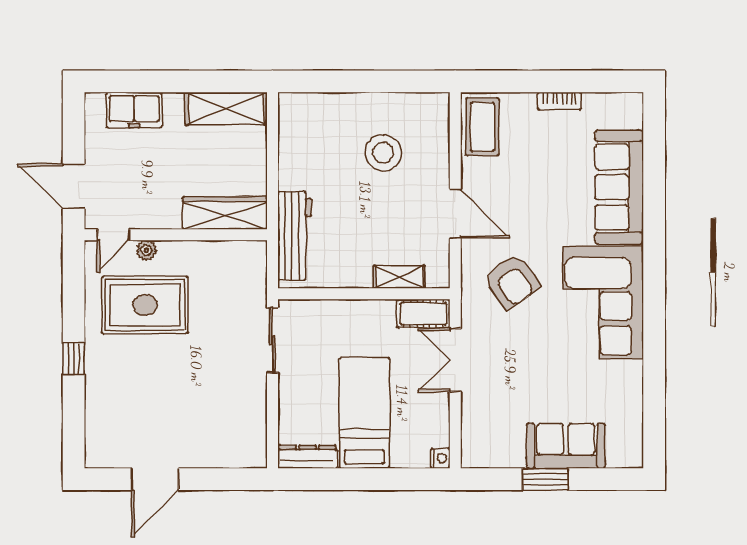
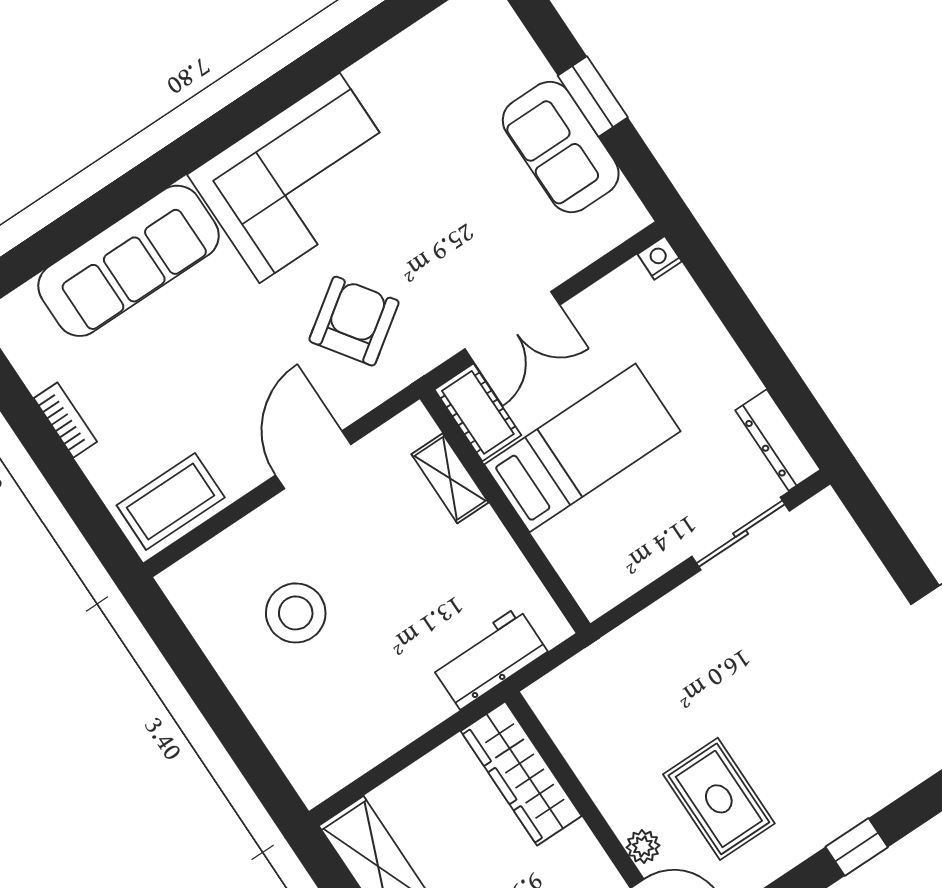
workbench: (294, 236) -> (489, 658), width x0.73
rug: (145, 305) -> (719, 799), width x0.73, depth x0.70
sliding door: (272, 340) -> (741, 534), moved
bed: (364, 413) -> (582, 448), moved, turned 180
sofa: (566, 446) -> (561, 147), moved

